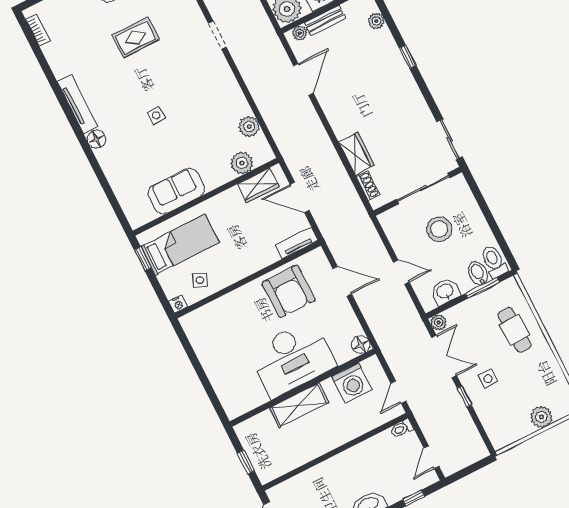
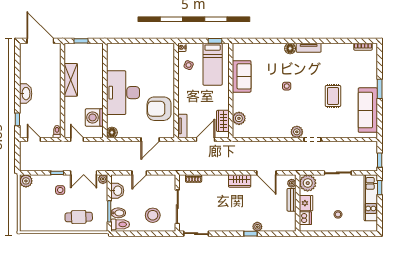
plant: (376, 21) -> (257, 227), moved
tv unit: (77, 104) -> (309, 48), width x0.71
plant: (249, 127) -> (297, 132), moved
wardrobe: (356, 154) -> (240, 181), moved
stool: (439, 229) -> (153, 215), moved
shelving: (299, 405) -> (71, 80), moved
plant: (541, 417) -> (26, 181), moved

